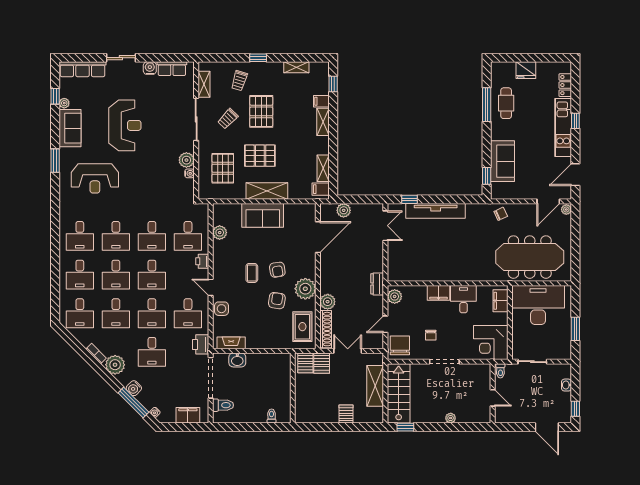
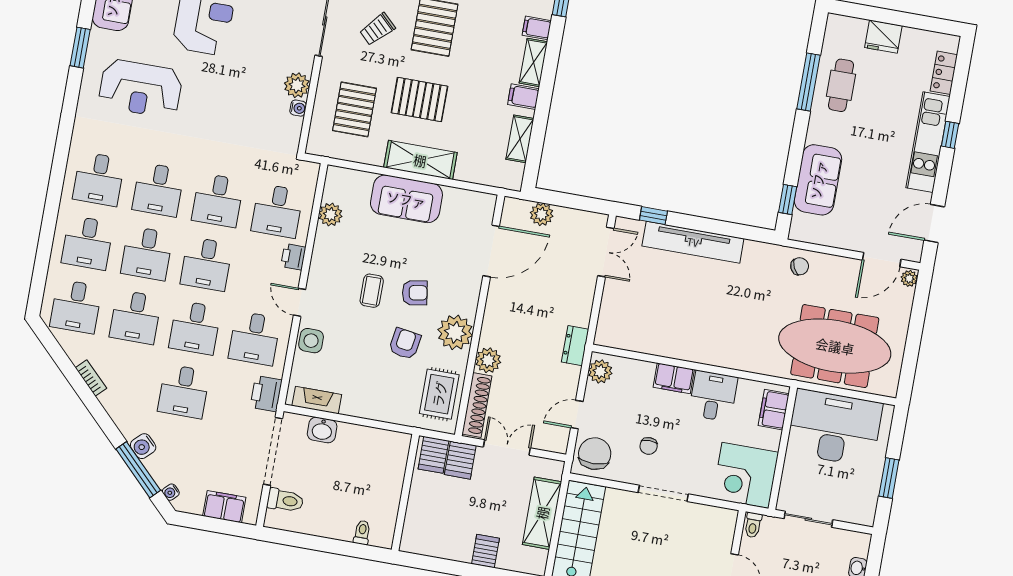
filing cabinet: (321, 189) -> (523, 97), moved
armchair: (277, 270) -> (415, 293), turned -90
plant: (115, 365) -> (119, 402), removed

